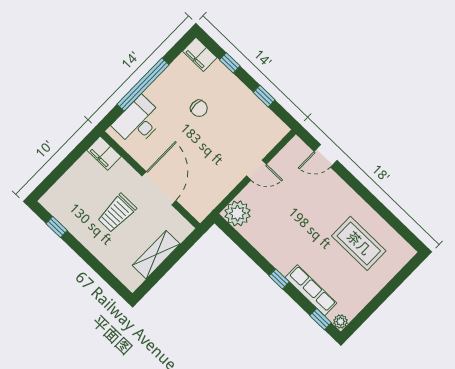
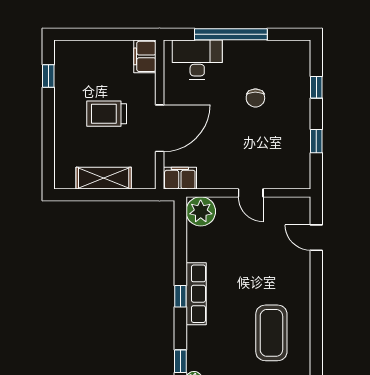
filing cabinet: (200, 54) -> (180, 178), moved, turned 90
row of seats: (311, 290) -> (196, 294), moved

